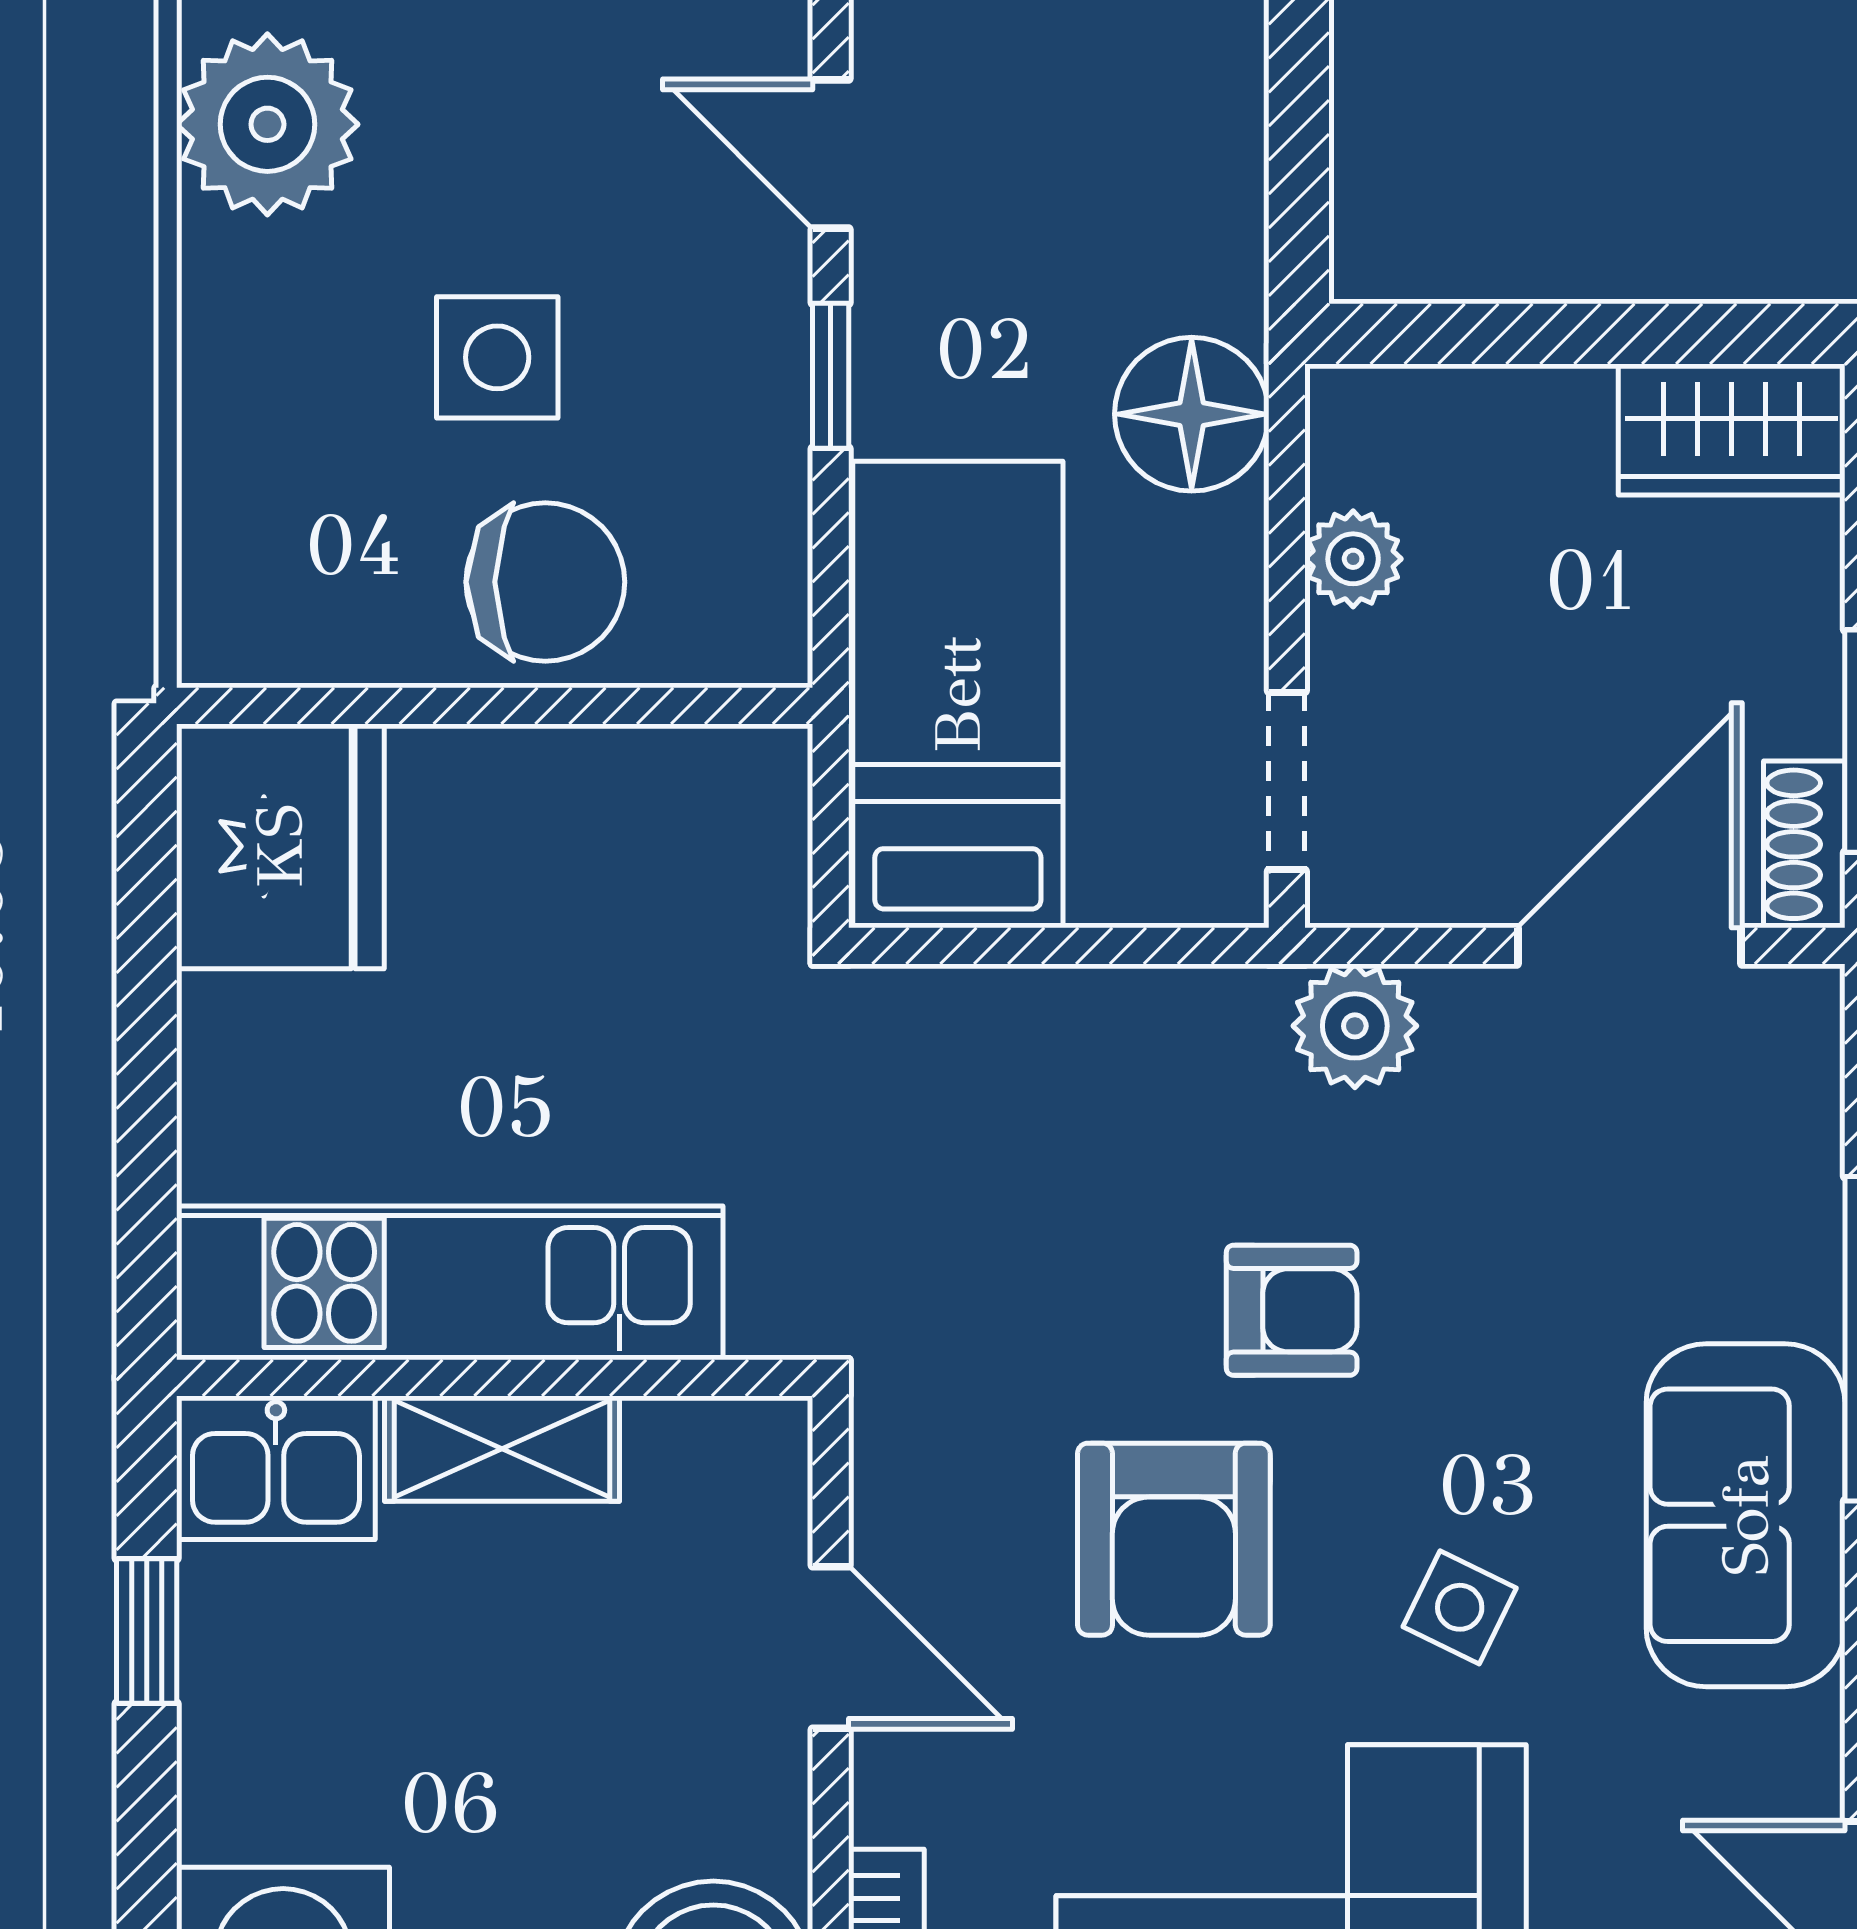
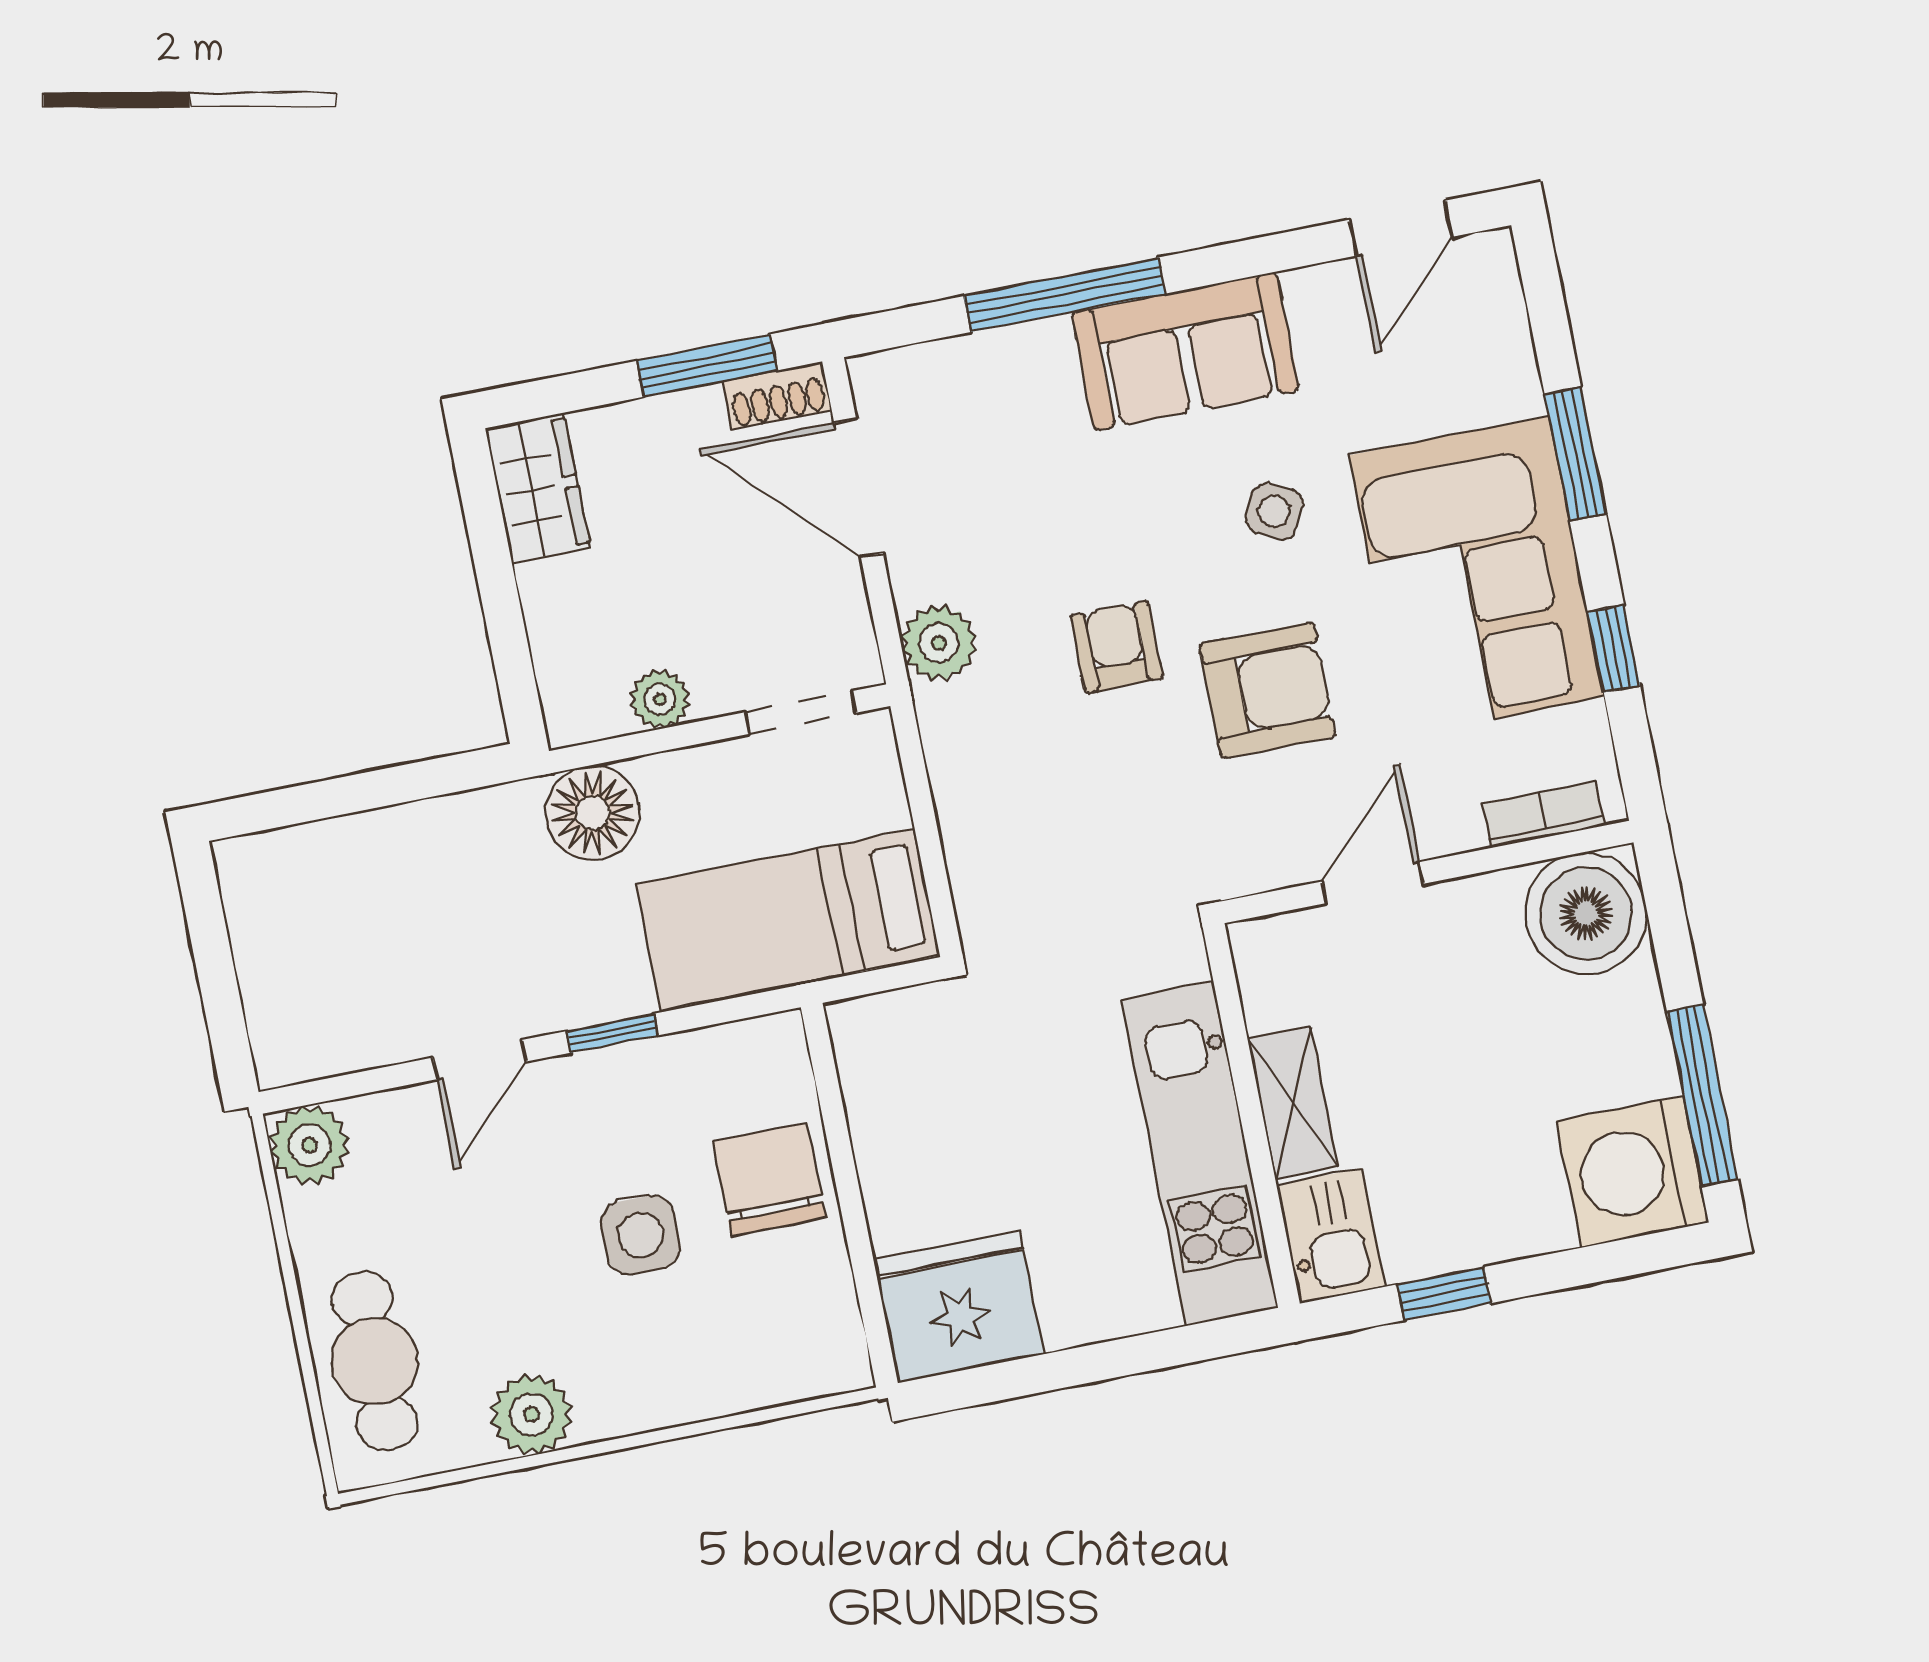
plant: (267, 124) -> (531, 1414), width x0.73, depth x0.73

